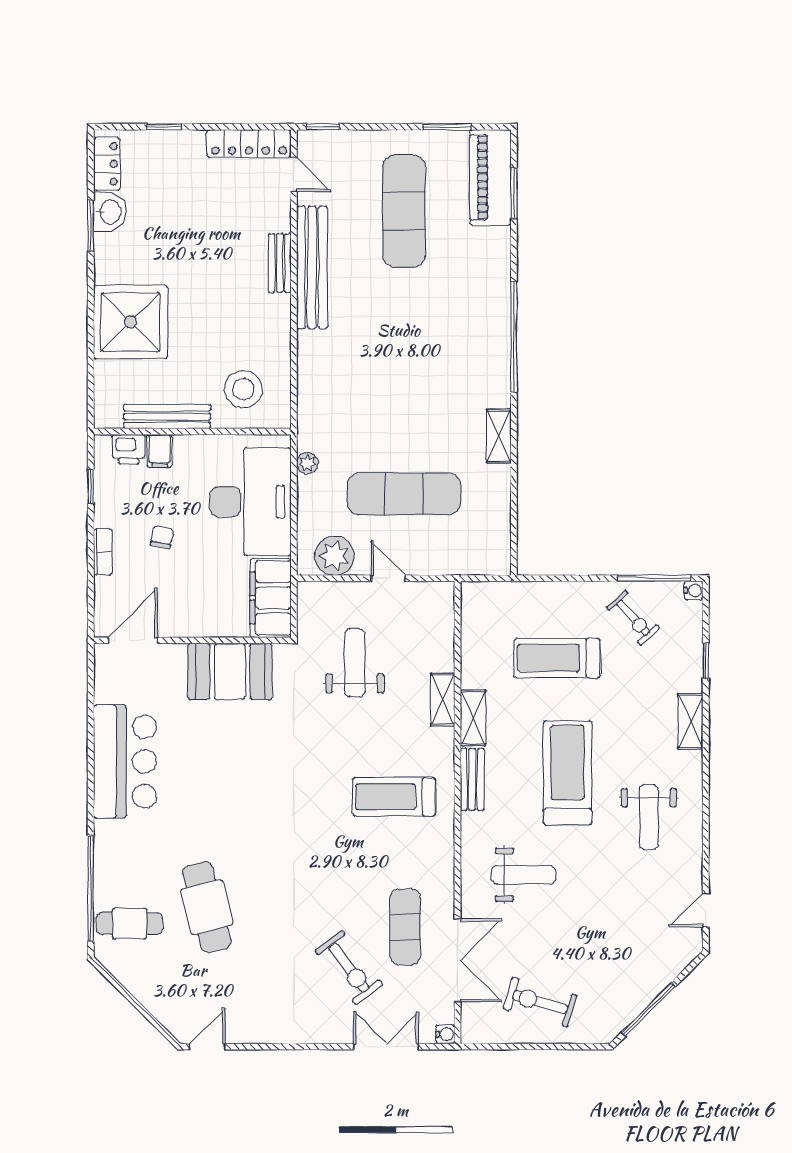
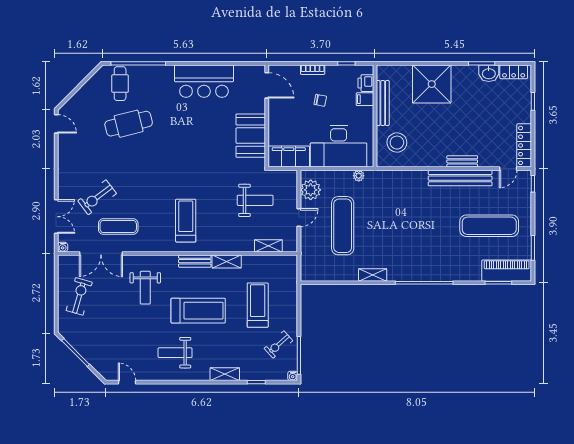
shelving: (443, 699) -> (268, 246), moved

